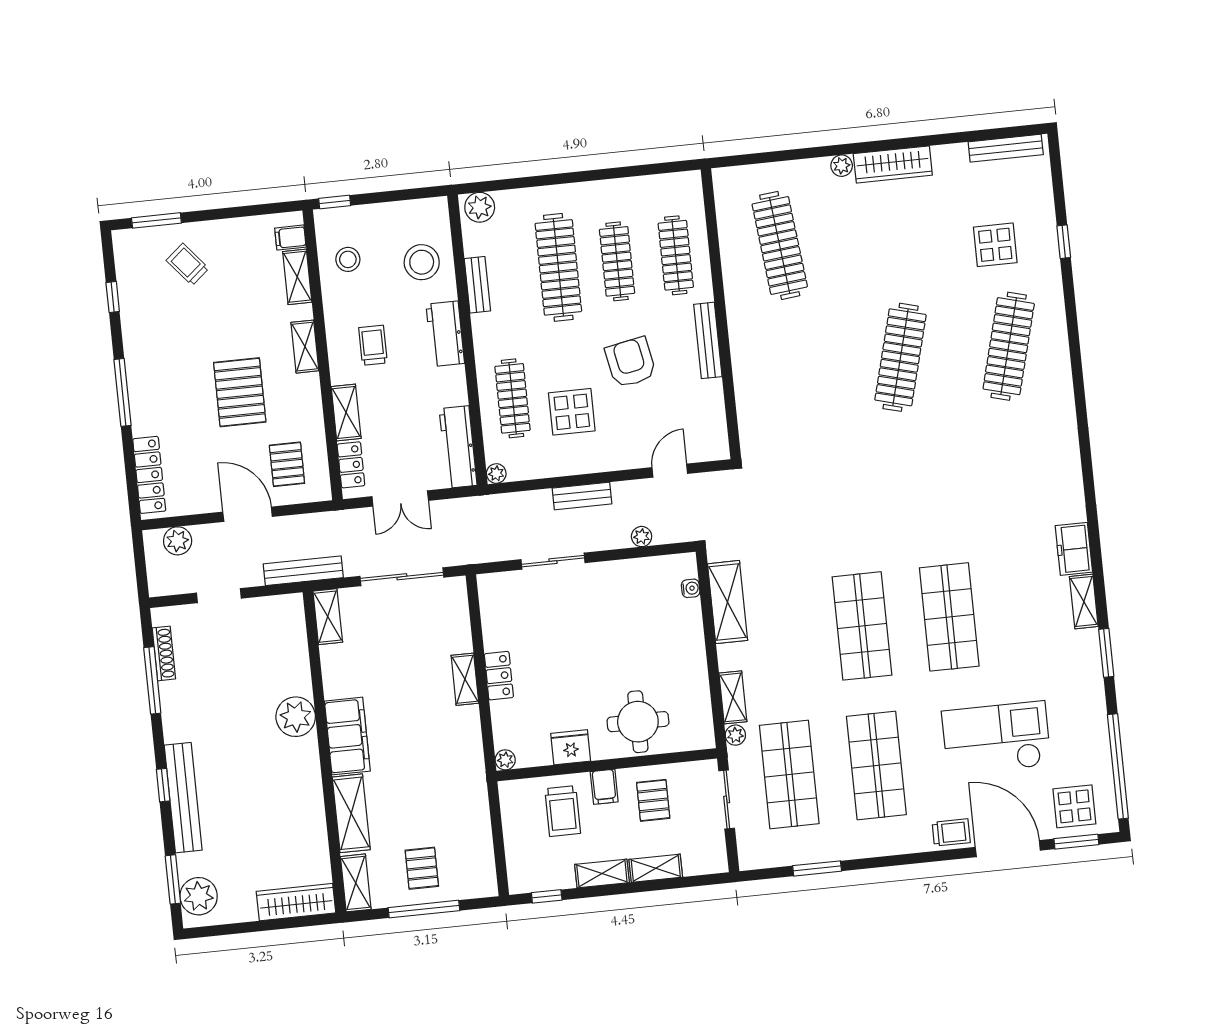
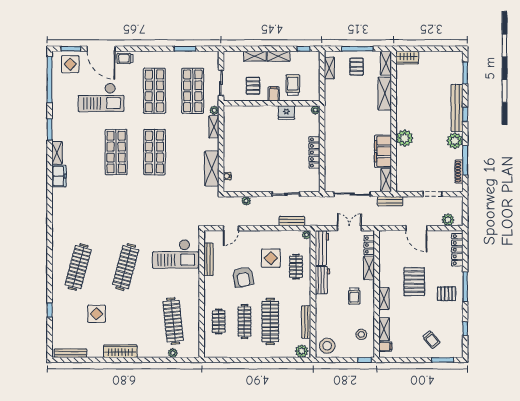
plant: (842, 166) -> (173, 353), moved
display table: (995, 245) -> (96, 314), moved
clothes rail: (676, 255) -> (219, 321), width x0.73
stool: (422, 262) -> (327, 346), moved
bench: (477, 285) -> (306, 322), width x1.36
workbench: (445, 334) -> (322, 280), moved
bench: (708, 340) -> (209, 259), moved
clothes rail: (513, 398) -> (296, 267), width x0.73
checkout: (790, 399) -> (175, 254), added
pallet: (287, 464) -> (447, 294), moved, turned 90
bench: (582, 496) -> (292, 221), moved
bench: (303, 571) -> (390, 201), width x0.73
locker: (499, 676) -> (314, 152), width x1.53
shelving: (465, 679) -> (329, 68), moved
round table: (638, 722) -> (256, 121), removed
filing cabinet: (347, 736) -> (383, 151), moved
plant: (199, 896) -> (455, 141), moved
wardrobe: (296, 902) -> (407, 58), width x0.67

